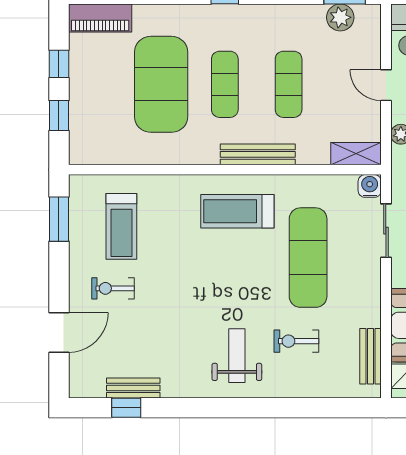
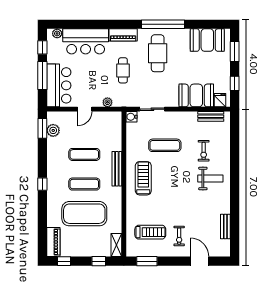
window: (59, 64) -> (64, 261), moved
shelving: (356, 154) -> (116, 245), moved
treadmill: (237, 211) -> (143, 178), turned 180
exercise mat: (308, 258) -> (165, 145), width x0.73, depth x0.69
weight bench: (237, 356) -> (210, 178), turned 180
window: (126, 408) -> (235, 230), removed

